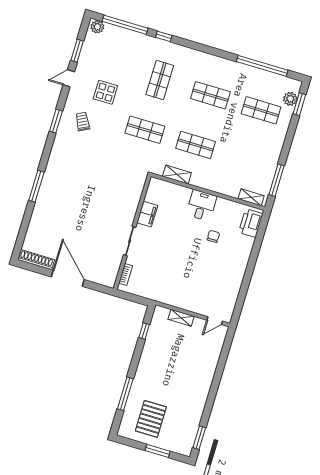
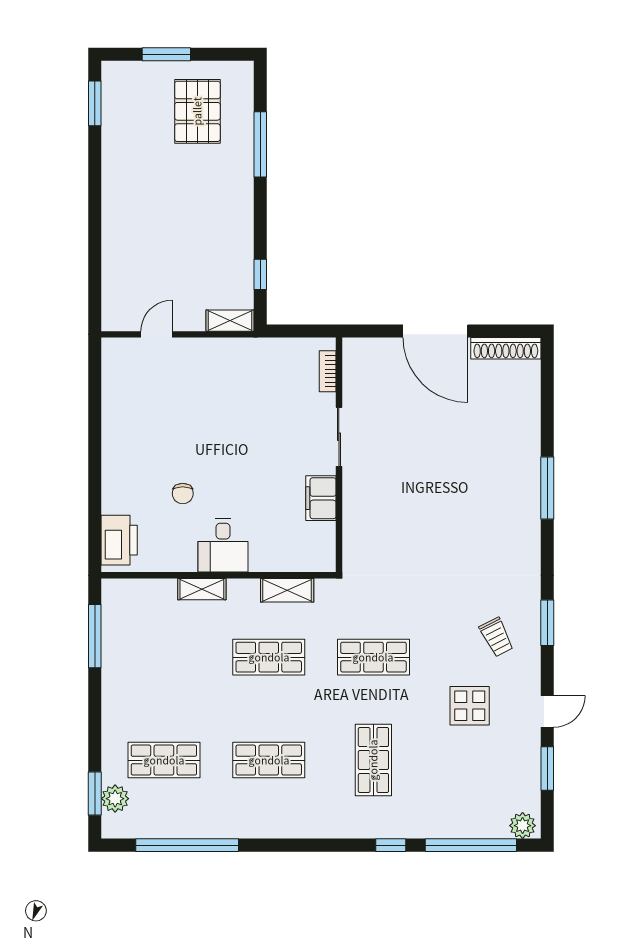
shelving: (251, 197) -> (202, 589), moved
shelving: (181, 318) -> (230, 321), moved
door: (215, 321) -> (157, 334), moved

